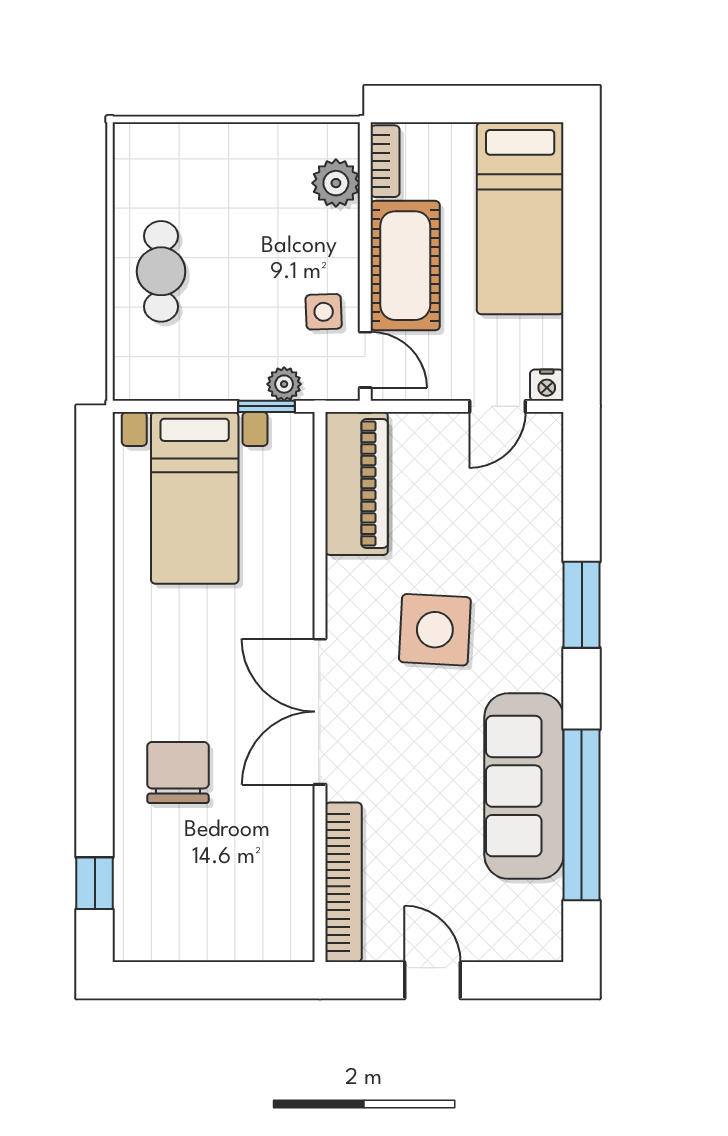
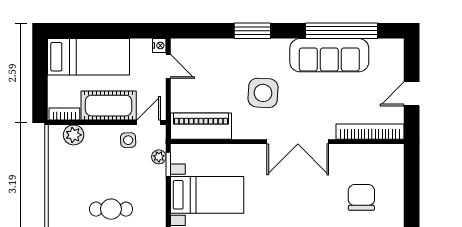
chair: (178, 773) -> (361, 197), moved, turned 90

